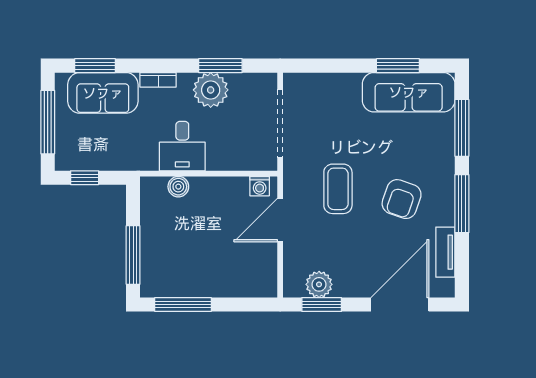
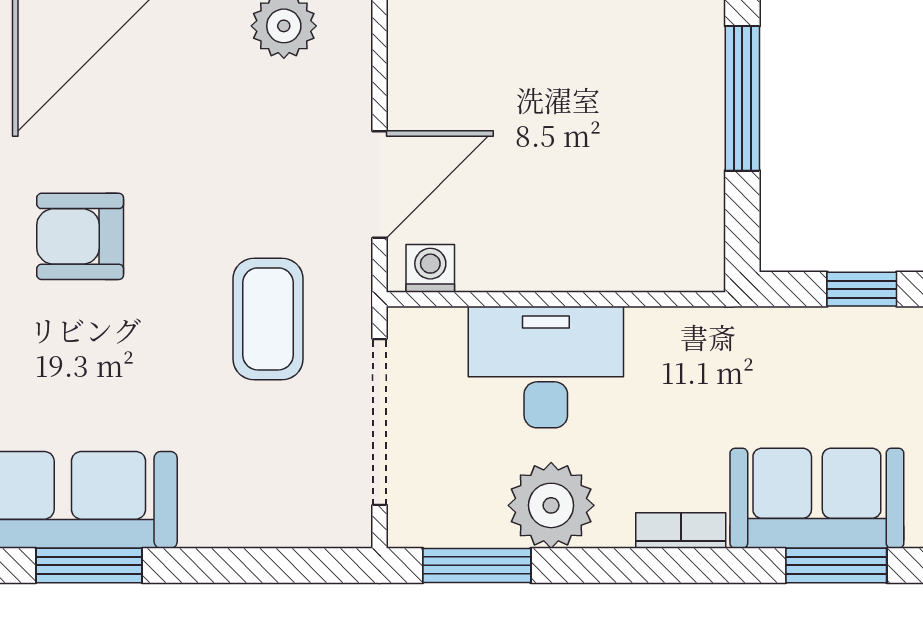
window: (220, 66) -> (477, 565), moved
desk: (182, 146) -> (546, 367), moved, width x1.37
boiler: (178, 187) -> (631, 267), removed
coffee table: (338, 189) -> (268, 319), moved
armchair: (402, 199) -> (80, 236), turned -109

